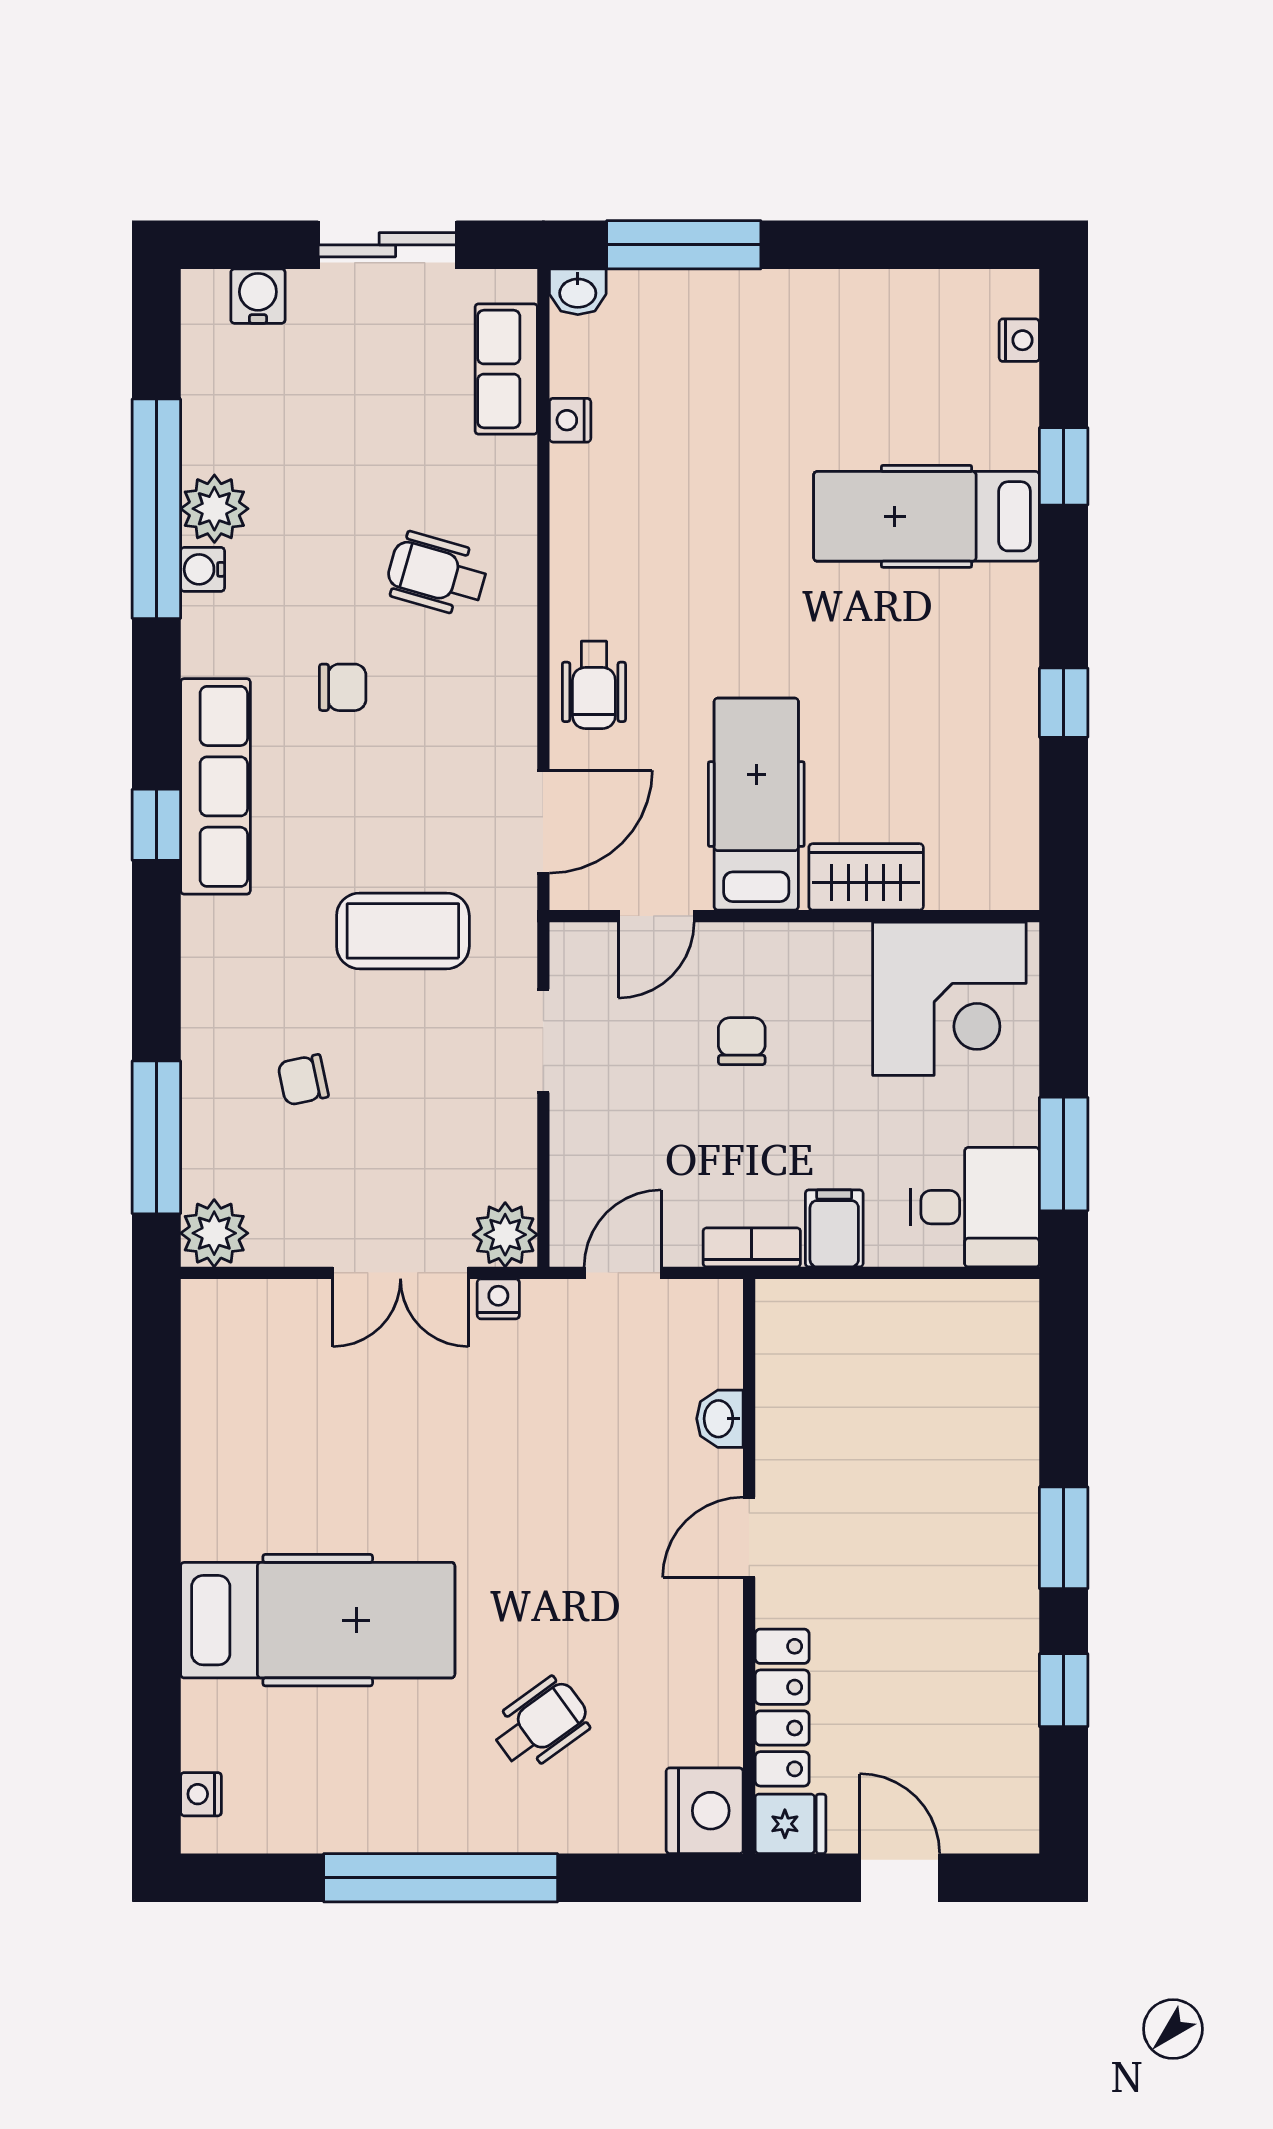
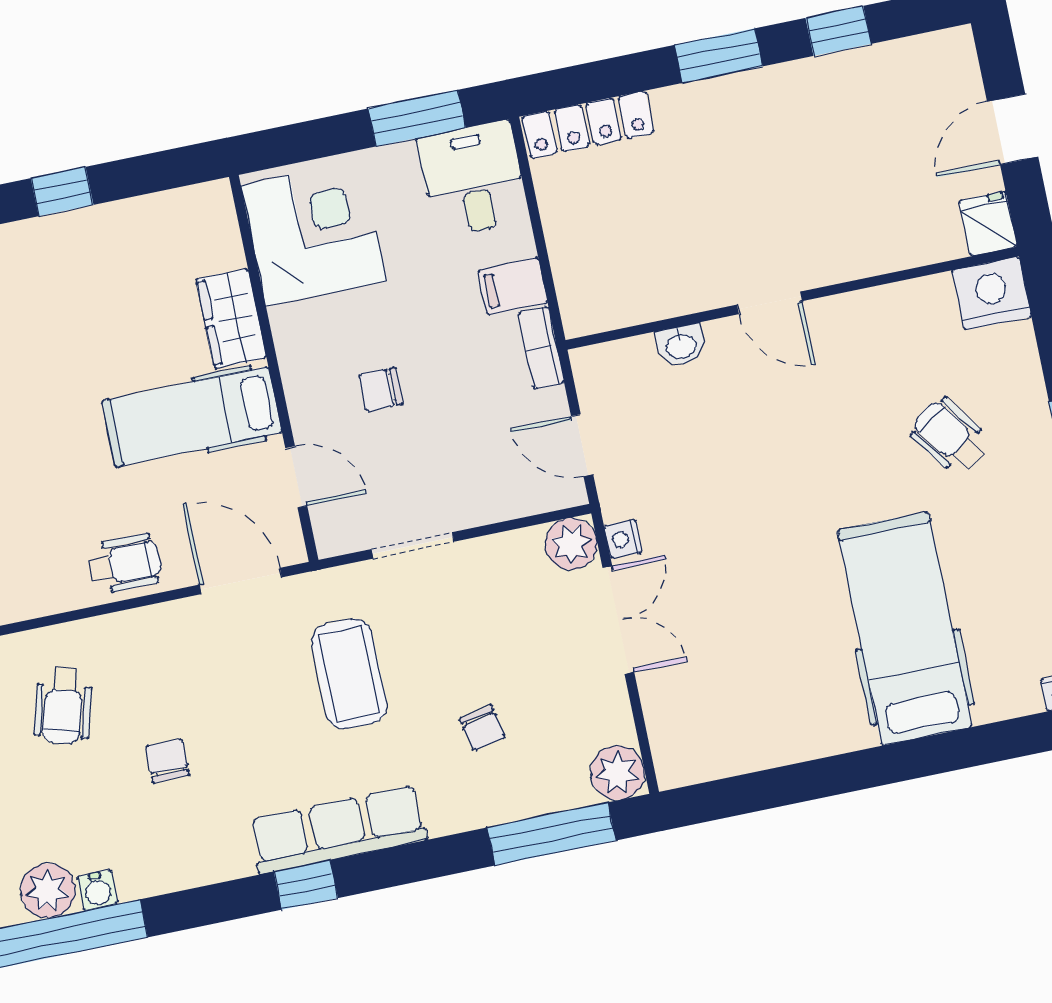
row of seats: (215, 786) -> (338, 830), moved
locker: (782, 1708) -> (588, 125), moved, turned 180

